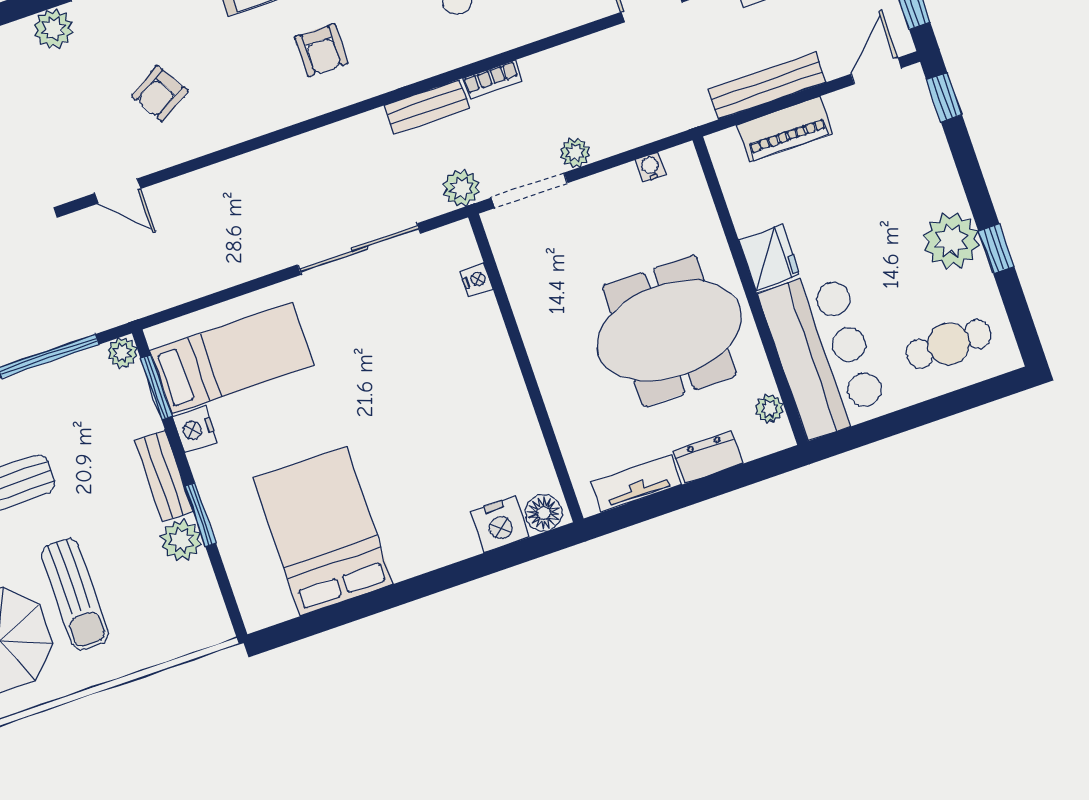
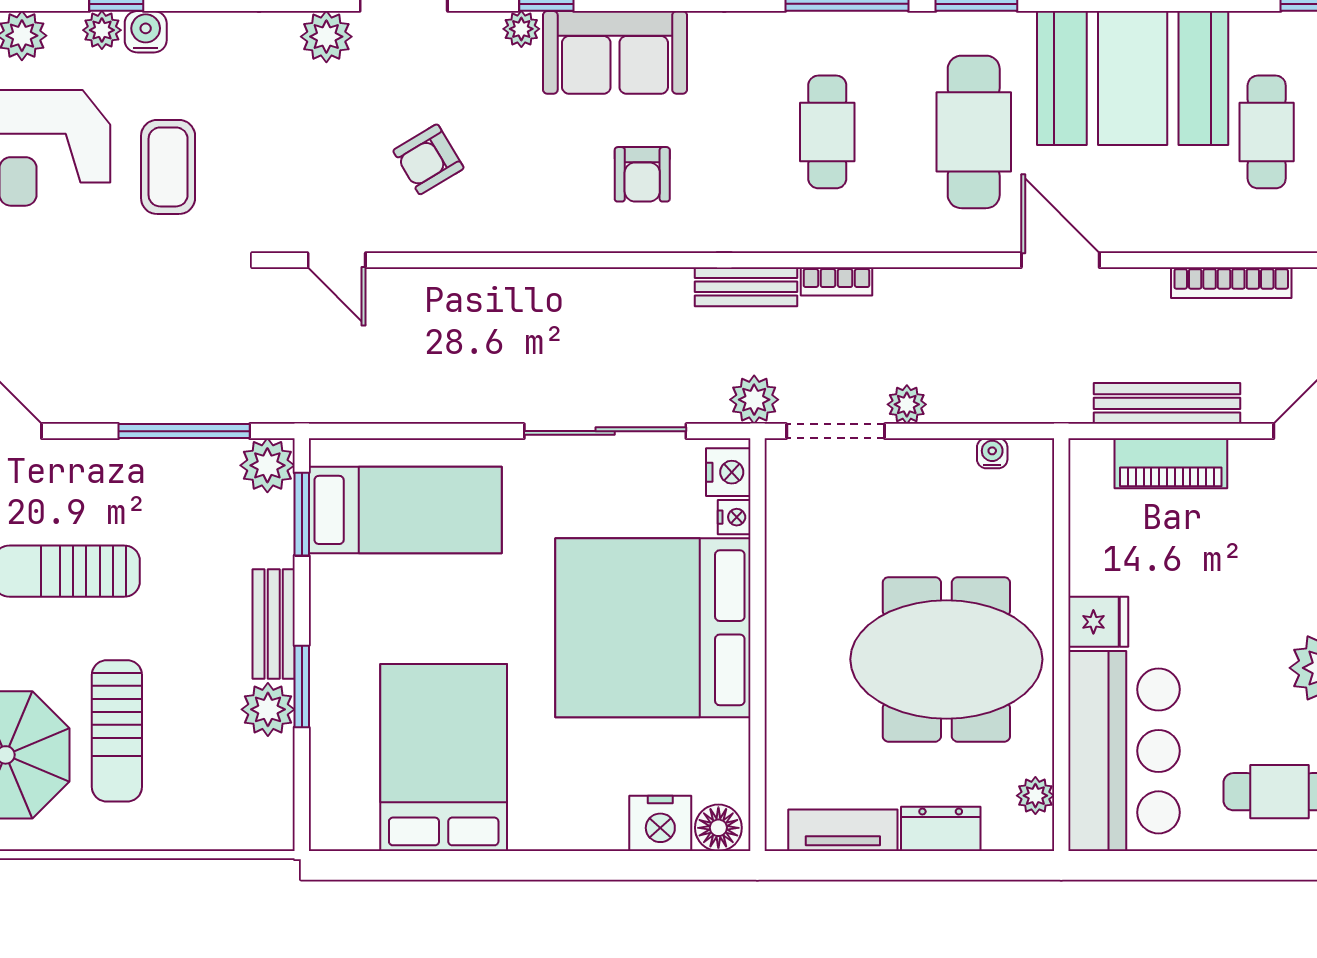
fridge: (769, 257) -> (1098, 622), width x0.72
plant: (122, 353) -> (267, 465), width x1.38, depth x1.38
bed: (444, 382) -> (653, 628), added
nightstand: (195, 429) -> (728, 472), moved, turned 180

